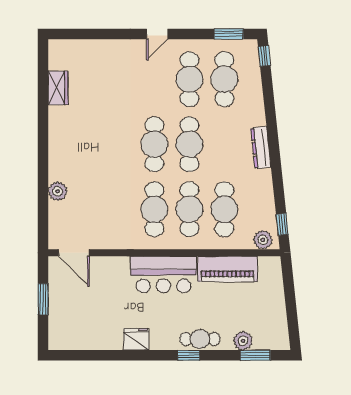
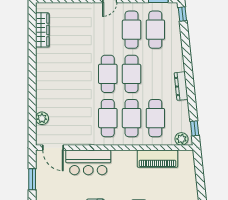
wardrobe: (58, 88) -> (42, 30), width x1.50
dresser: (261, 148) -> (181, 86), moved
plant: (58, 191) -> (42, 118), moved
bar counter: (164, 274) -> (88, 162), moved

